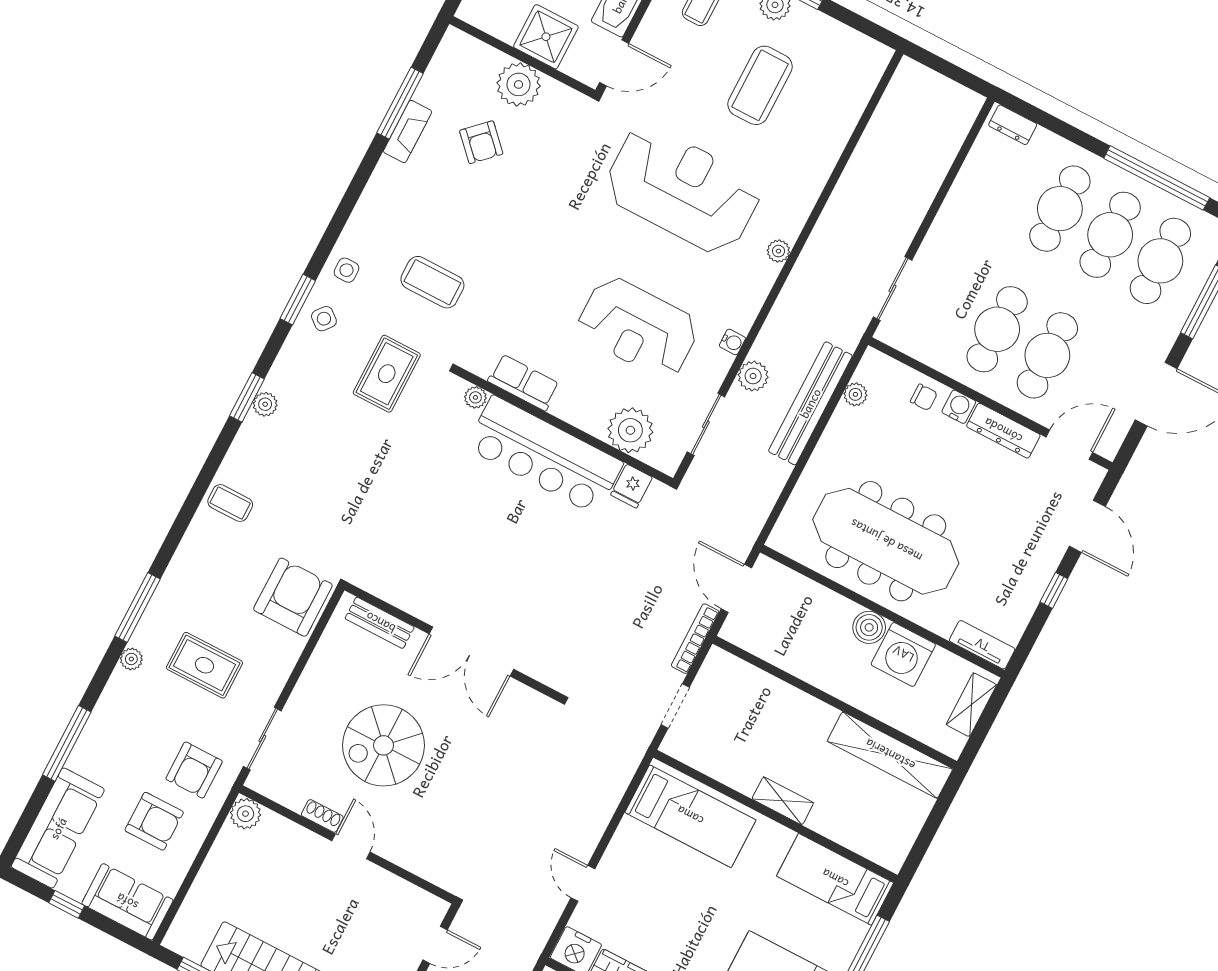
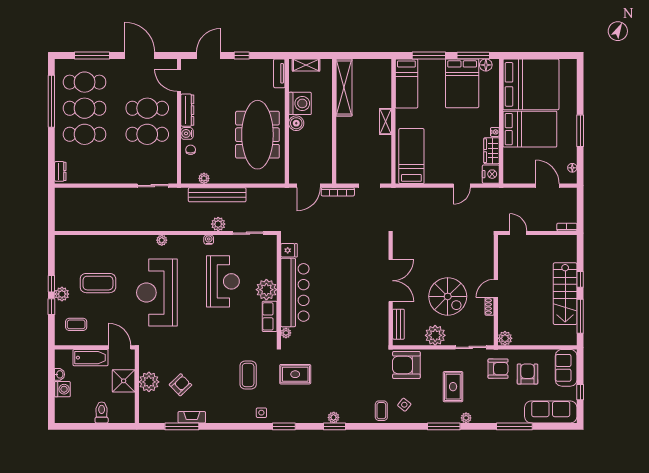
side table: (324, 319) -> (404, 405), moved
plant: (630, 430) -> (266, 290), moved
plant: (321, 682) -> (435, 335), added

